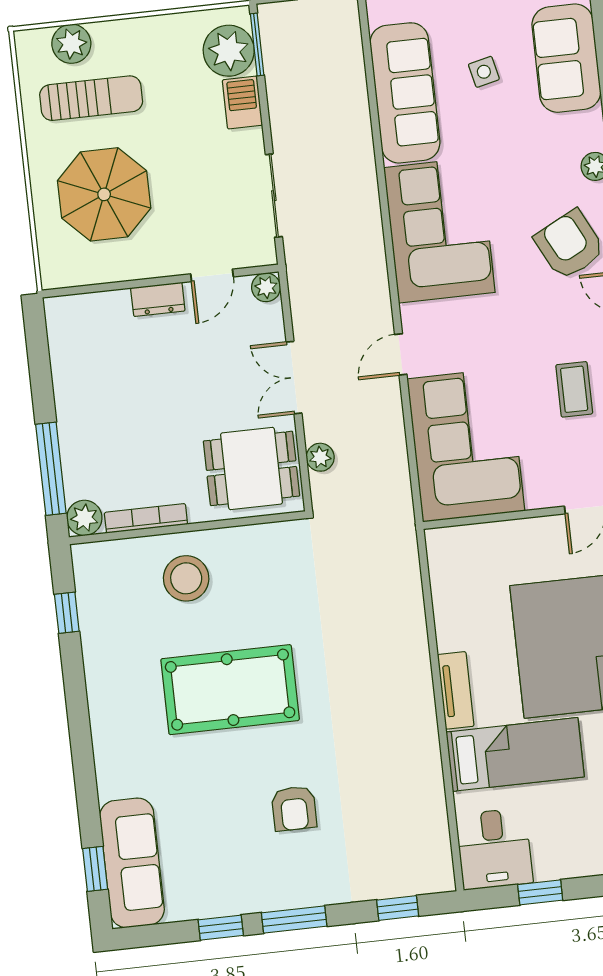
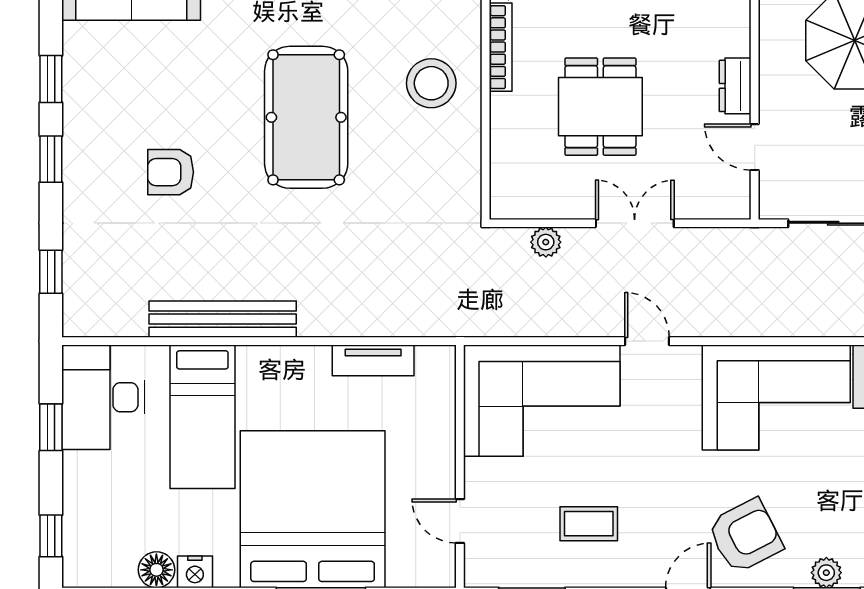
plant: (266, 287) -> (735, 204), removed
dining table: (252, 468) -> (600, 107), moved
tv unit: (456, 690) -> (373, 360), moved
bench: (424, 746) -> (223, 319), added
desk: (494, 849) -> (103, 397), width x1.37
window: (294, 919) -> (51, 159), width x0.67

